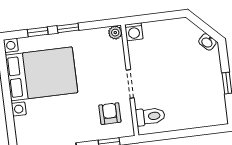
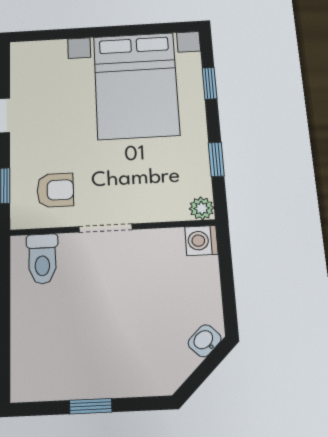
window: (68, 28) -> (216, 159), moved
washbasin: (207, 42) -> (205, 341), moved

